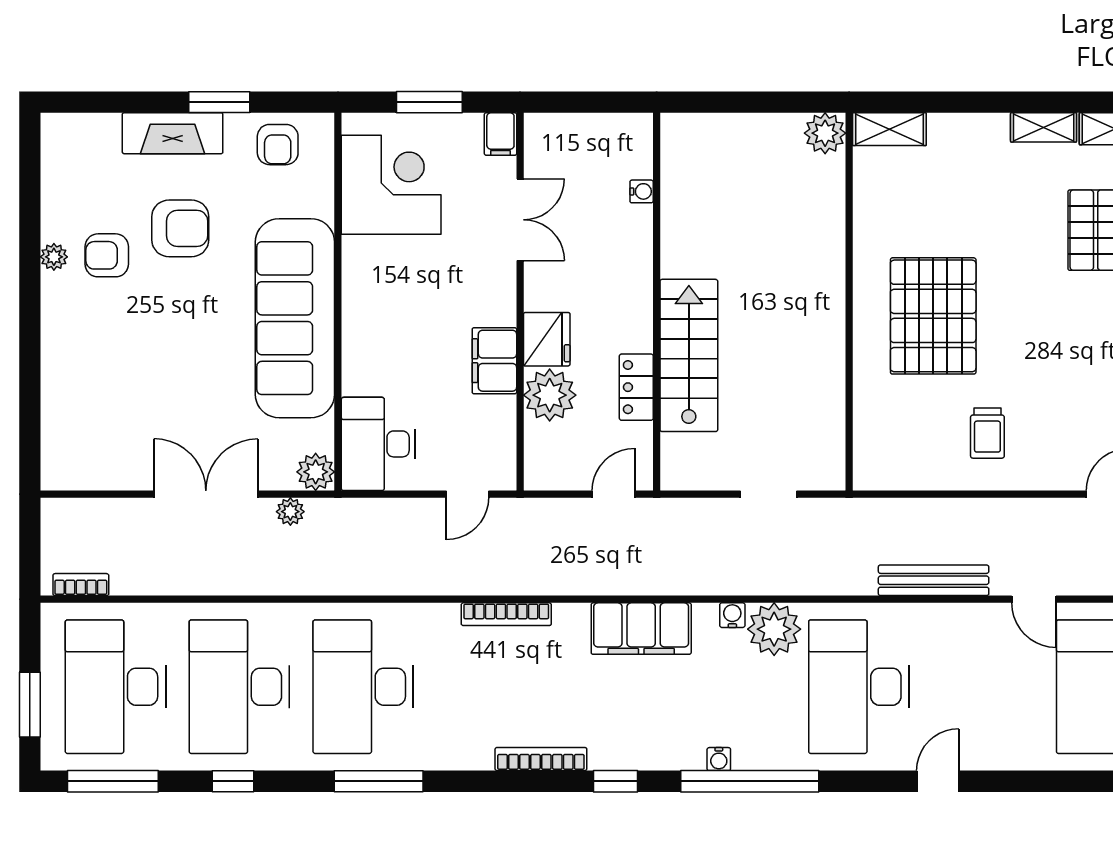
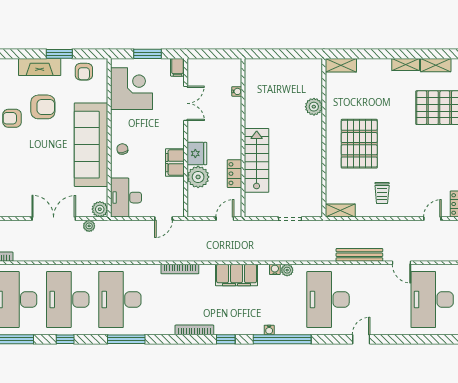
plant: (825, 133) -> (314, 107), moved
chair: (369, 328) -> (122, 149), added
shelving: (888, 475) -> (340, 210), added
plant: (774, 629) -> (287, 270), width x0.53, depth x0.53

